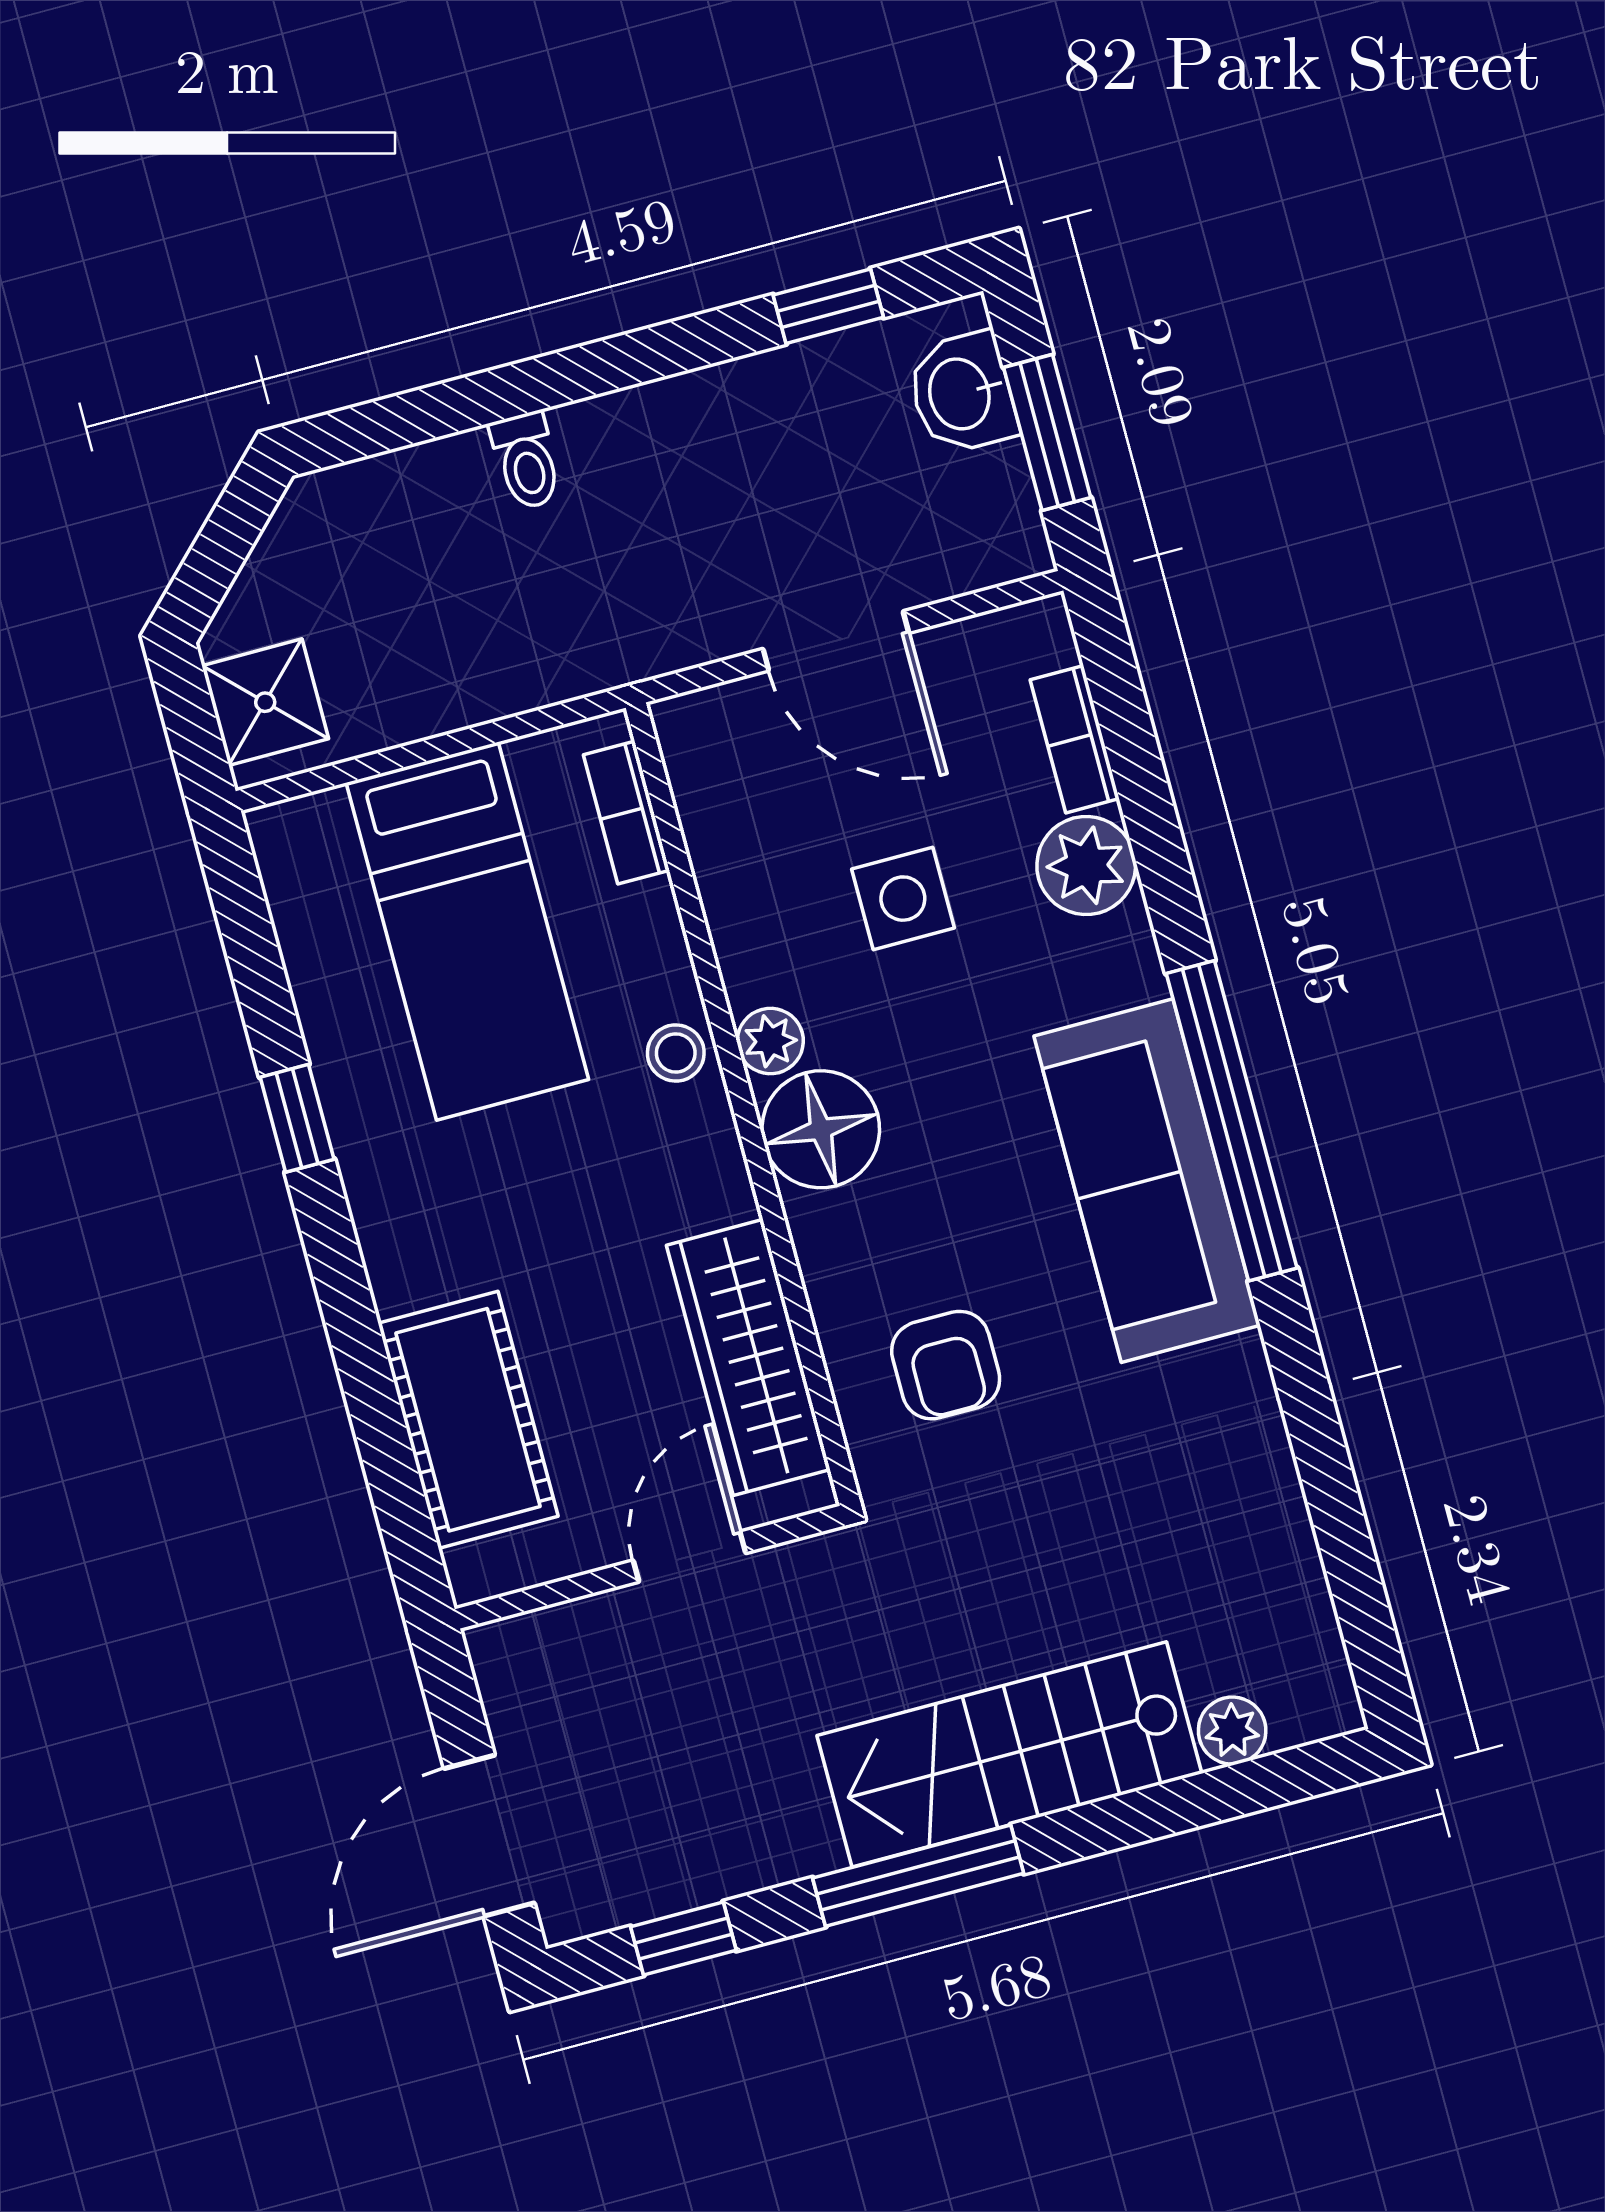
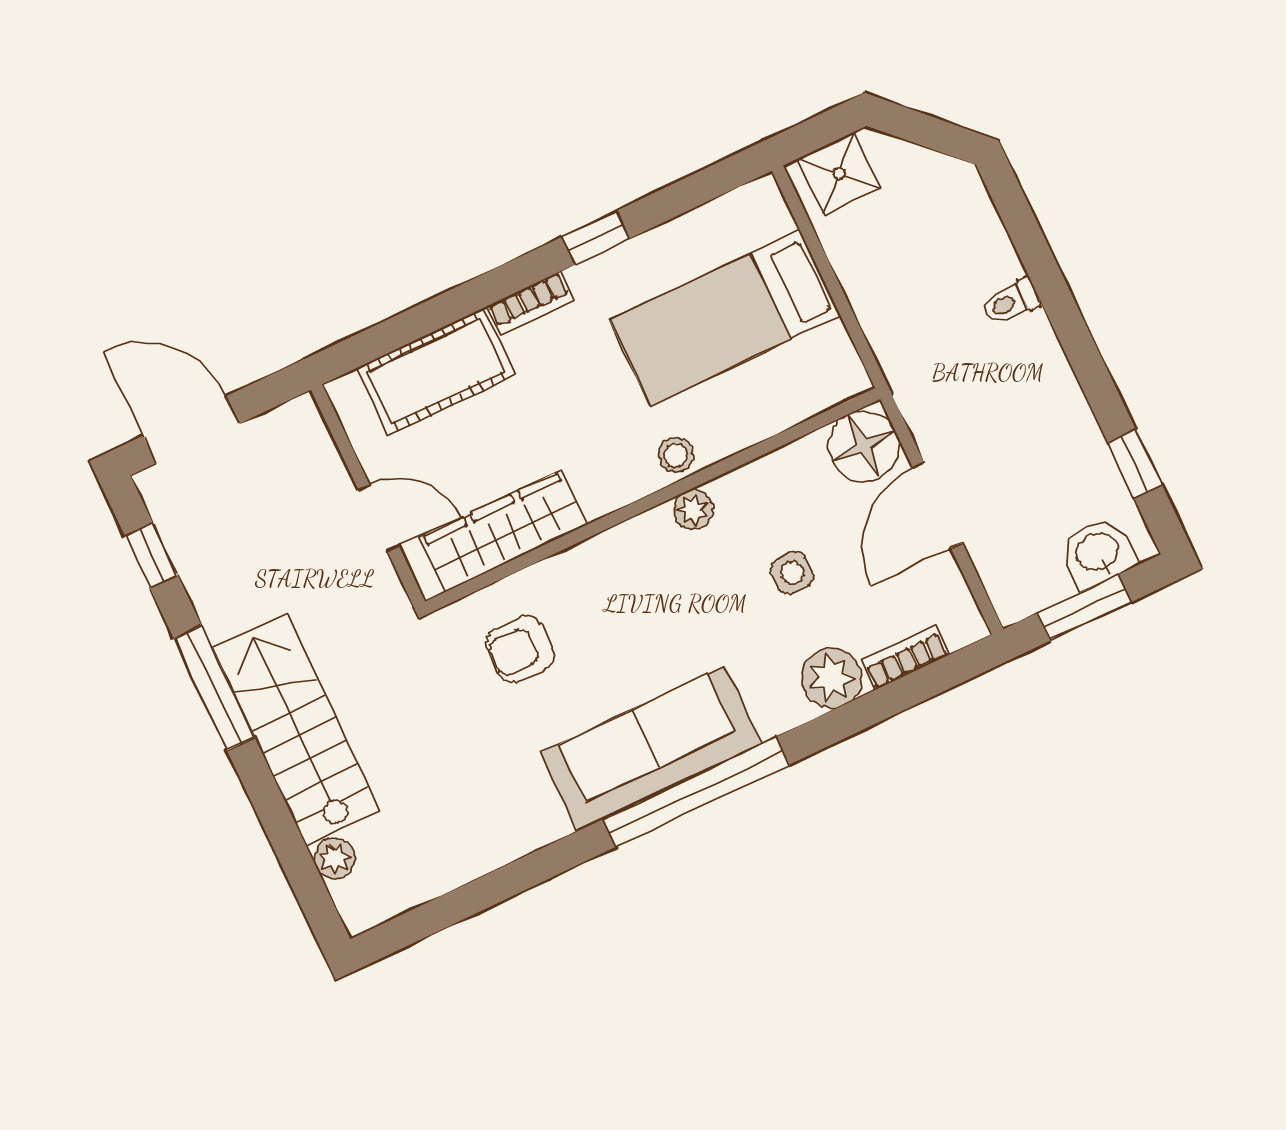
bookcase: (627, 813) -> (530, 303), moved, turned 180
side table: (903, 899) -> (792, 573), width x0.73, depth x0.73
floor lamp: (821, 1129) -> (864, 446), moved

